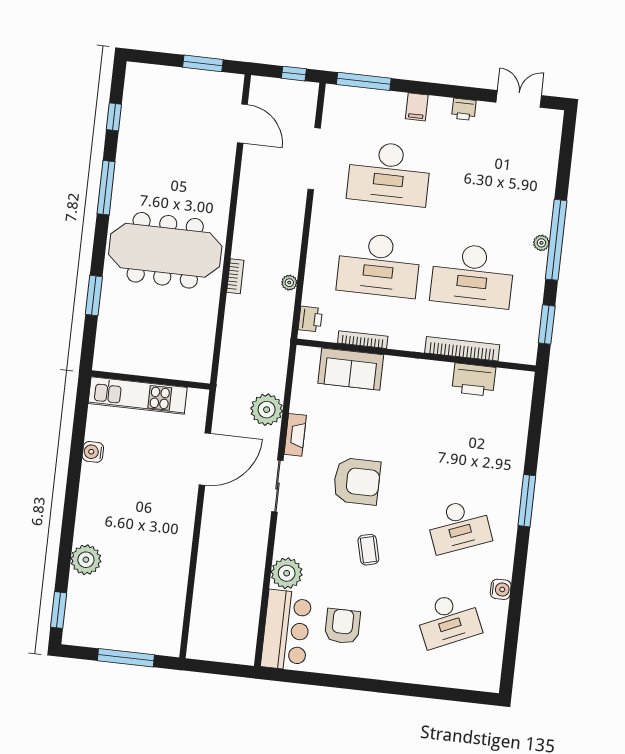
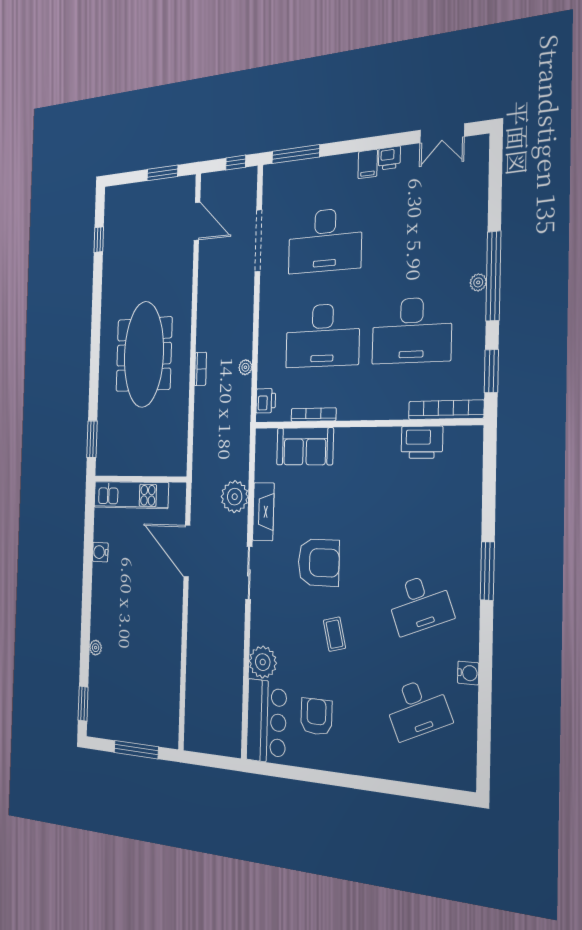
double door: (519, 99) -> (442, 133), swing flipped
filing cabinet: (417, 107) -> (368, 164), moved
window: (106, 188) -> (97, 305), removed
meeting table: (165, 250) -> (144, 354), turned 90
window: (94, 296) -> (92, 439), moved
bookcase: (462, 349) -> (446, 410), moved
fireplace: (295, 435) -> (263, 512), width x1.37, depth x1.32
door: (205, 459) -> (187, 551), swing flipped
plant: (86, 560) -> (96, 648), width x0.53, depth x0.53

